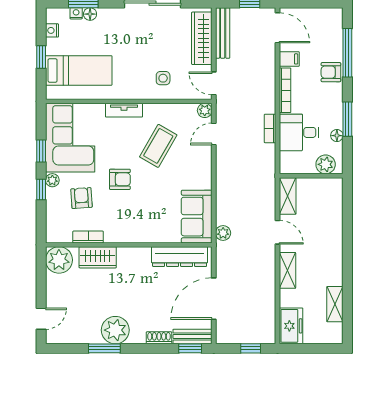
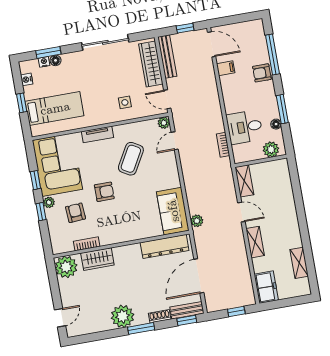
bookcase: (285, 90) -> (227, 94), removed
bookcase: (270, 128) -> (223, 145), moved
window: (104, 348) -> (141, 328), moved

